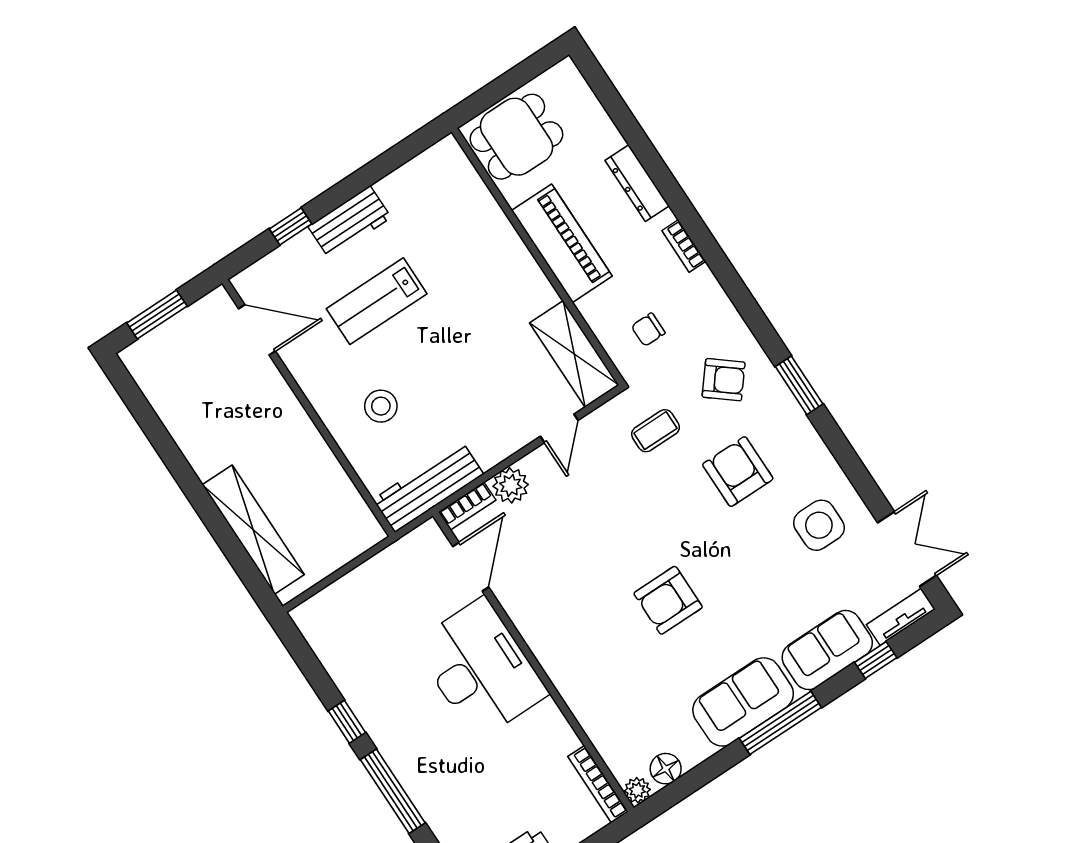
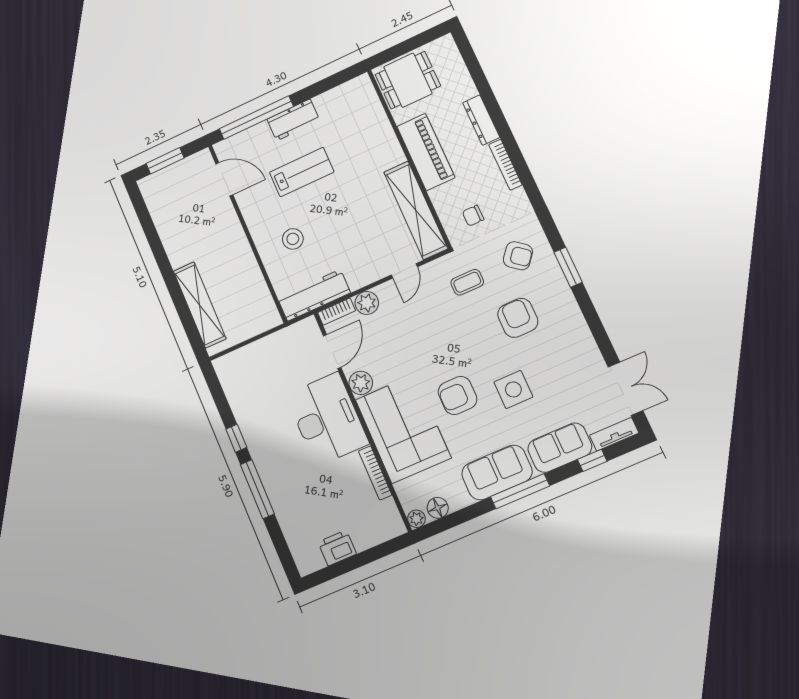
window: (291, 226) -> (256, 118), width x3.17
bookcase: (684, 246) -> (505, 165), width x1.56
lab bench: (377, 301) -> (302, 172), turned 180
shelving: (574, 354) -> (416, 210), width x1.47
side table: (819, 525) -> (513, 389), moved
plant: (522, 606) -> (361, 383), added
corner sofa: (596, 663) -> (403, 429), added
bookcase: (598, 784) -> (375, 473), moved

